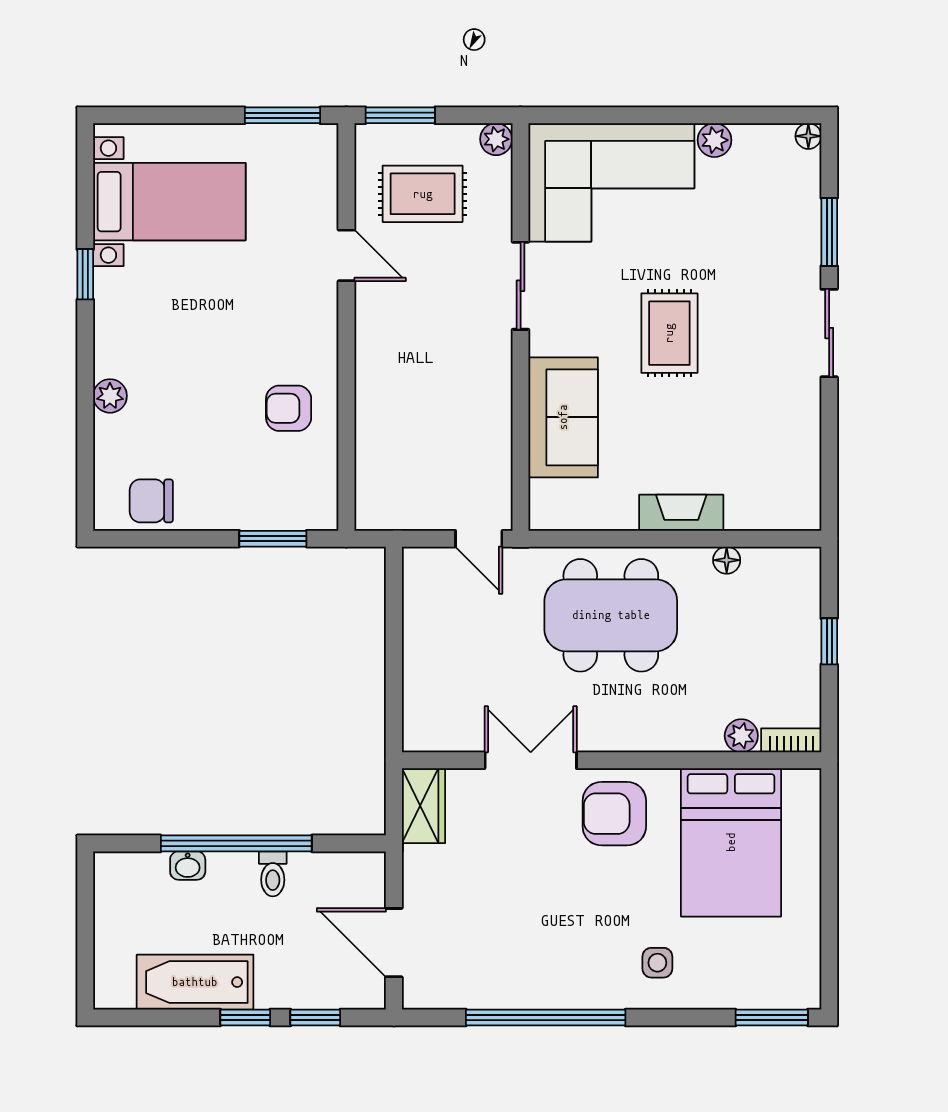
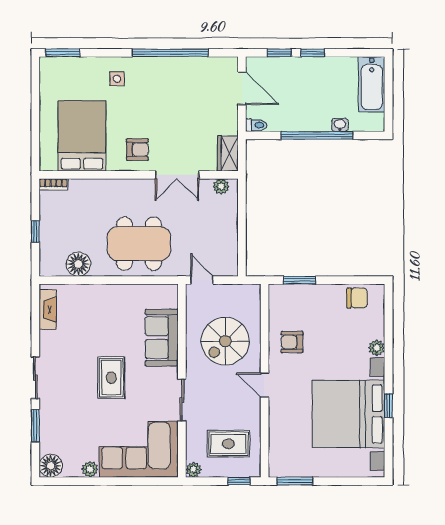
window: (400, 115) -> (239, 481), width x0.67
floor lamp: (808, 136) -> (51, 466), width x1.89, depth x1.89
bed with nightstands: (169, 202) -> (349, 414), width x1.85
door: (346, 255) -> (265, 385), moved
armchair: (289, 408) -> (292, 342), turned 180
spiral stairs: (429, 410) -> (225, 341), added
fireplace: (681, 513) -> (48, 309), moved, turned -90
floor lamp: (727, 560) -> (78, 264), width x1.89, depth x1.89
plant: (741, 736) -> (221, 187), moved
armchair: (614, 814) -> (137, 150), width x0.72, depth x0.72
toilet: (273, 874) -> (256, 125), moved, turned 90
bathtub: (195, 982) -> (372, 84), moved, turned 90

